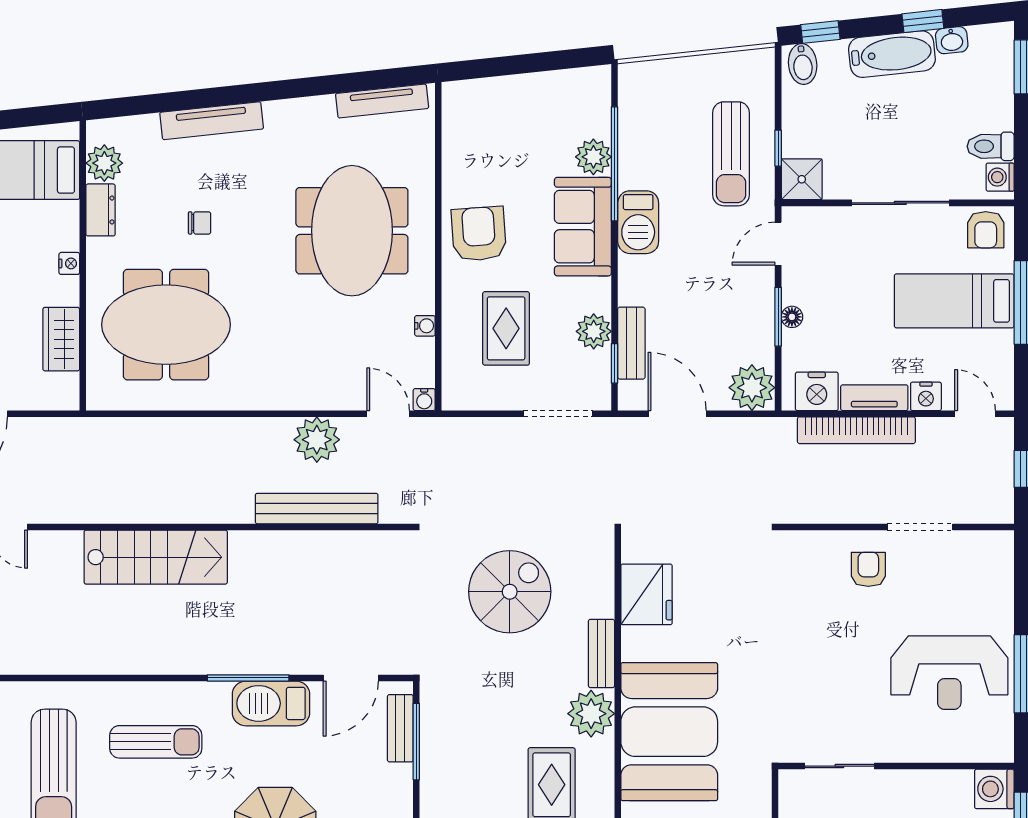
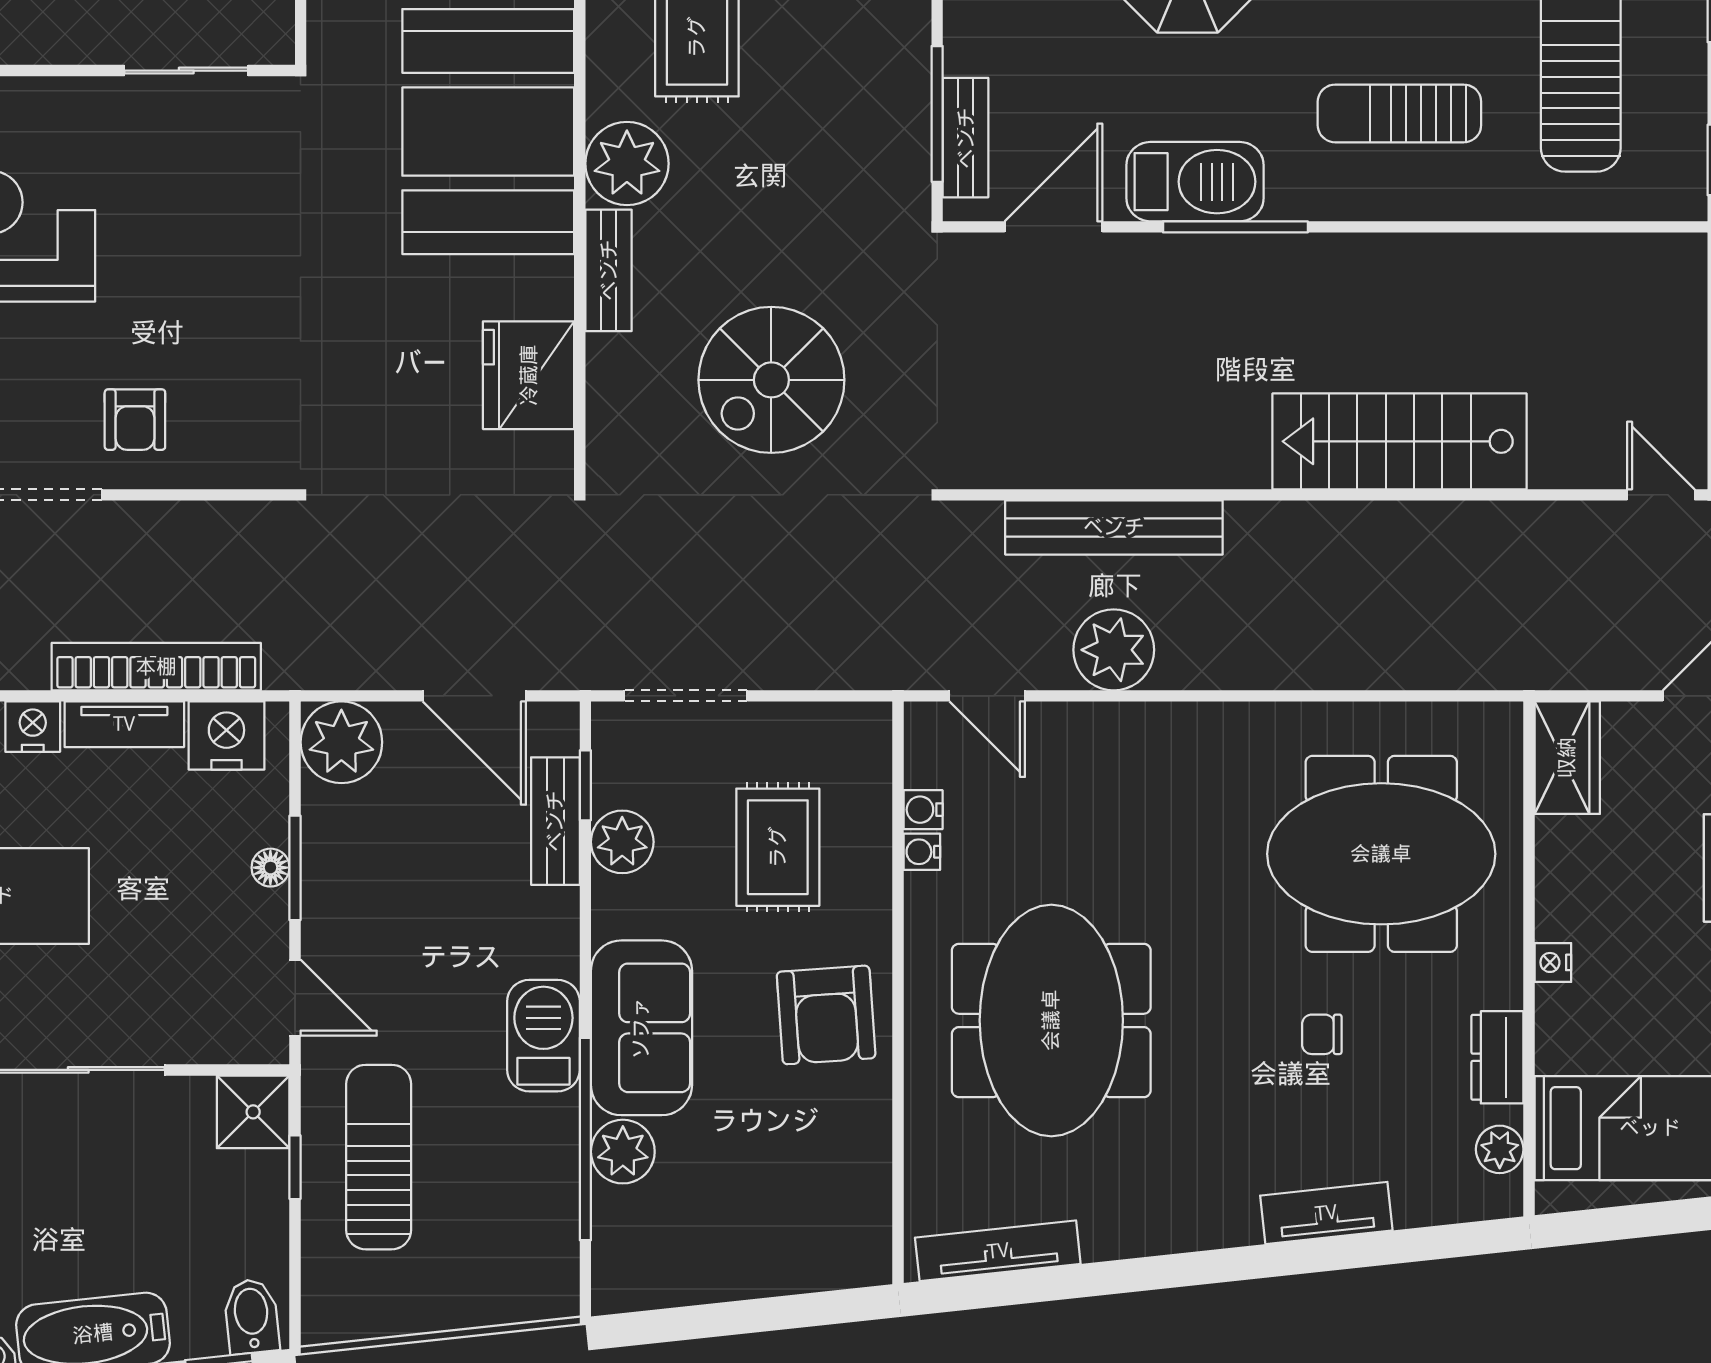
tv unit: (212, 121) -> (1326, 1213), width x0.71
plant: (104, 163) -> (1500, 1149), width x0.73, depth x0.73
door: (778, 244) -> (295, 998), hinge flipped
wardrobe: (61, 339) -> (1567, 758), moved
water cooler: (424, 400) -> (923, 810), moved, turned -90

